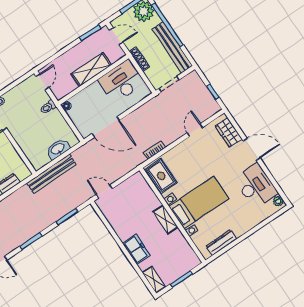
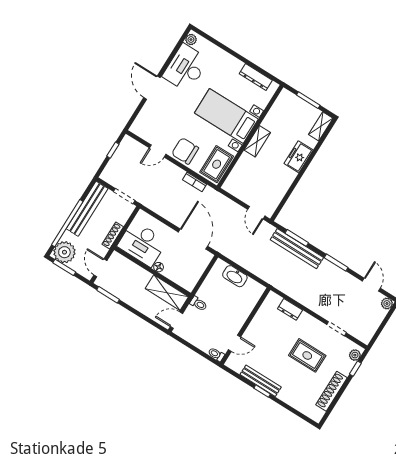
shelving: (91, 70) -> (167, 293), moved
floor lamp: (66, 106) -> (159, 267), moved
wardrobe: (229, 132) -> (145, 117), removed
chair: (185, 154) -> (185, 151), added
bench: (52, 174) -> (297, 249), moved

